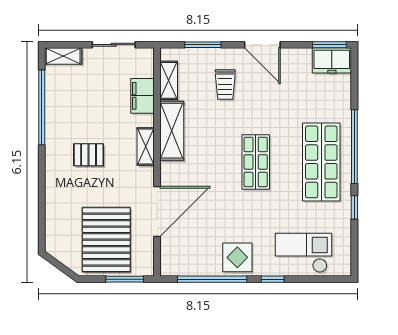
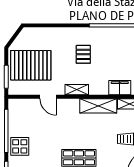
shelving: (146, 147) -> (77, 90), moved
door: (157, 211) -> (48, 97), width x0.53

